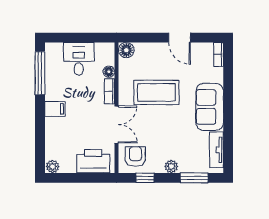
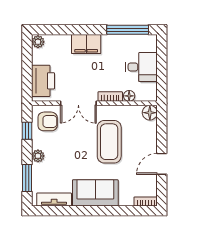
filing cabinet: (55, 109) -> (86, 44), width x2.00

